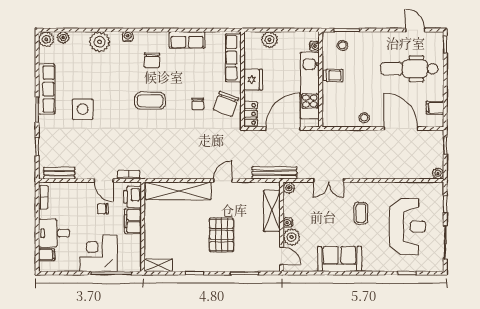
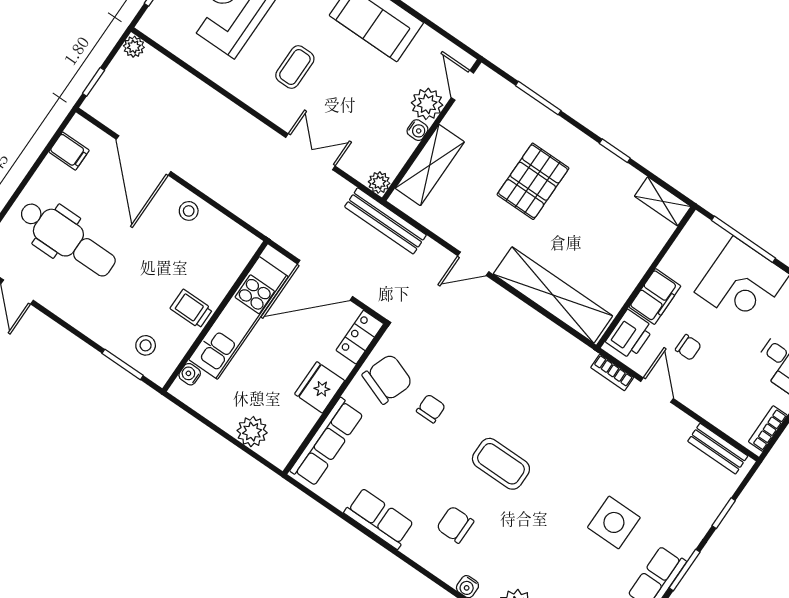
chair: (152, 60) -> (455, 525), turned -91

